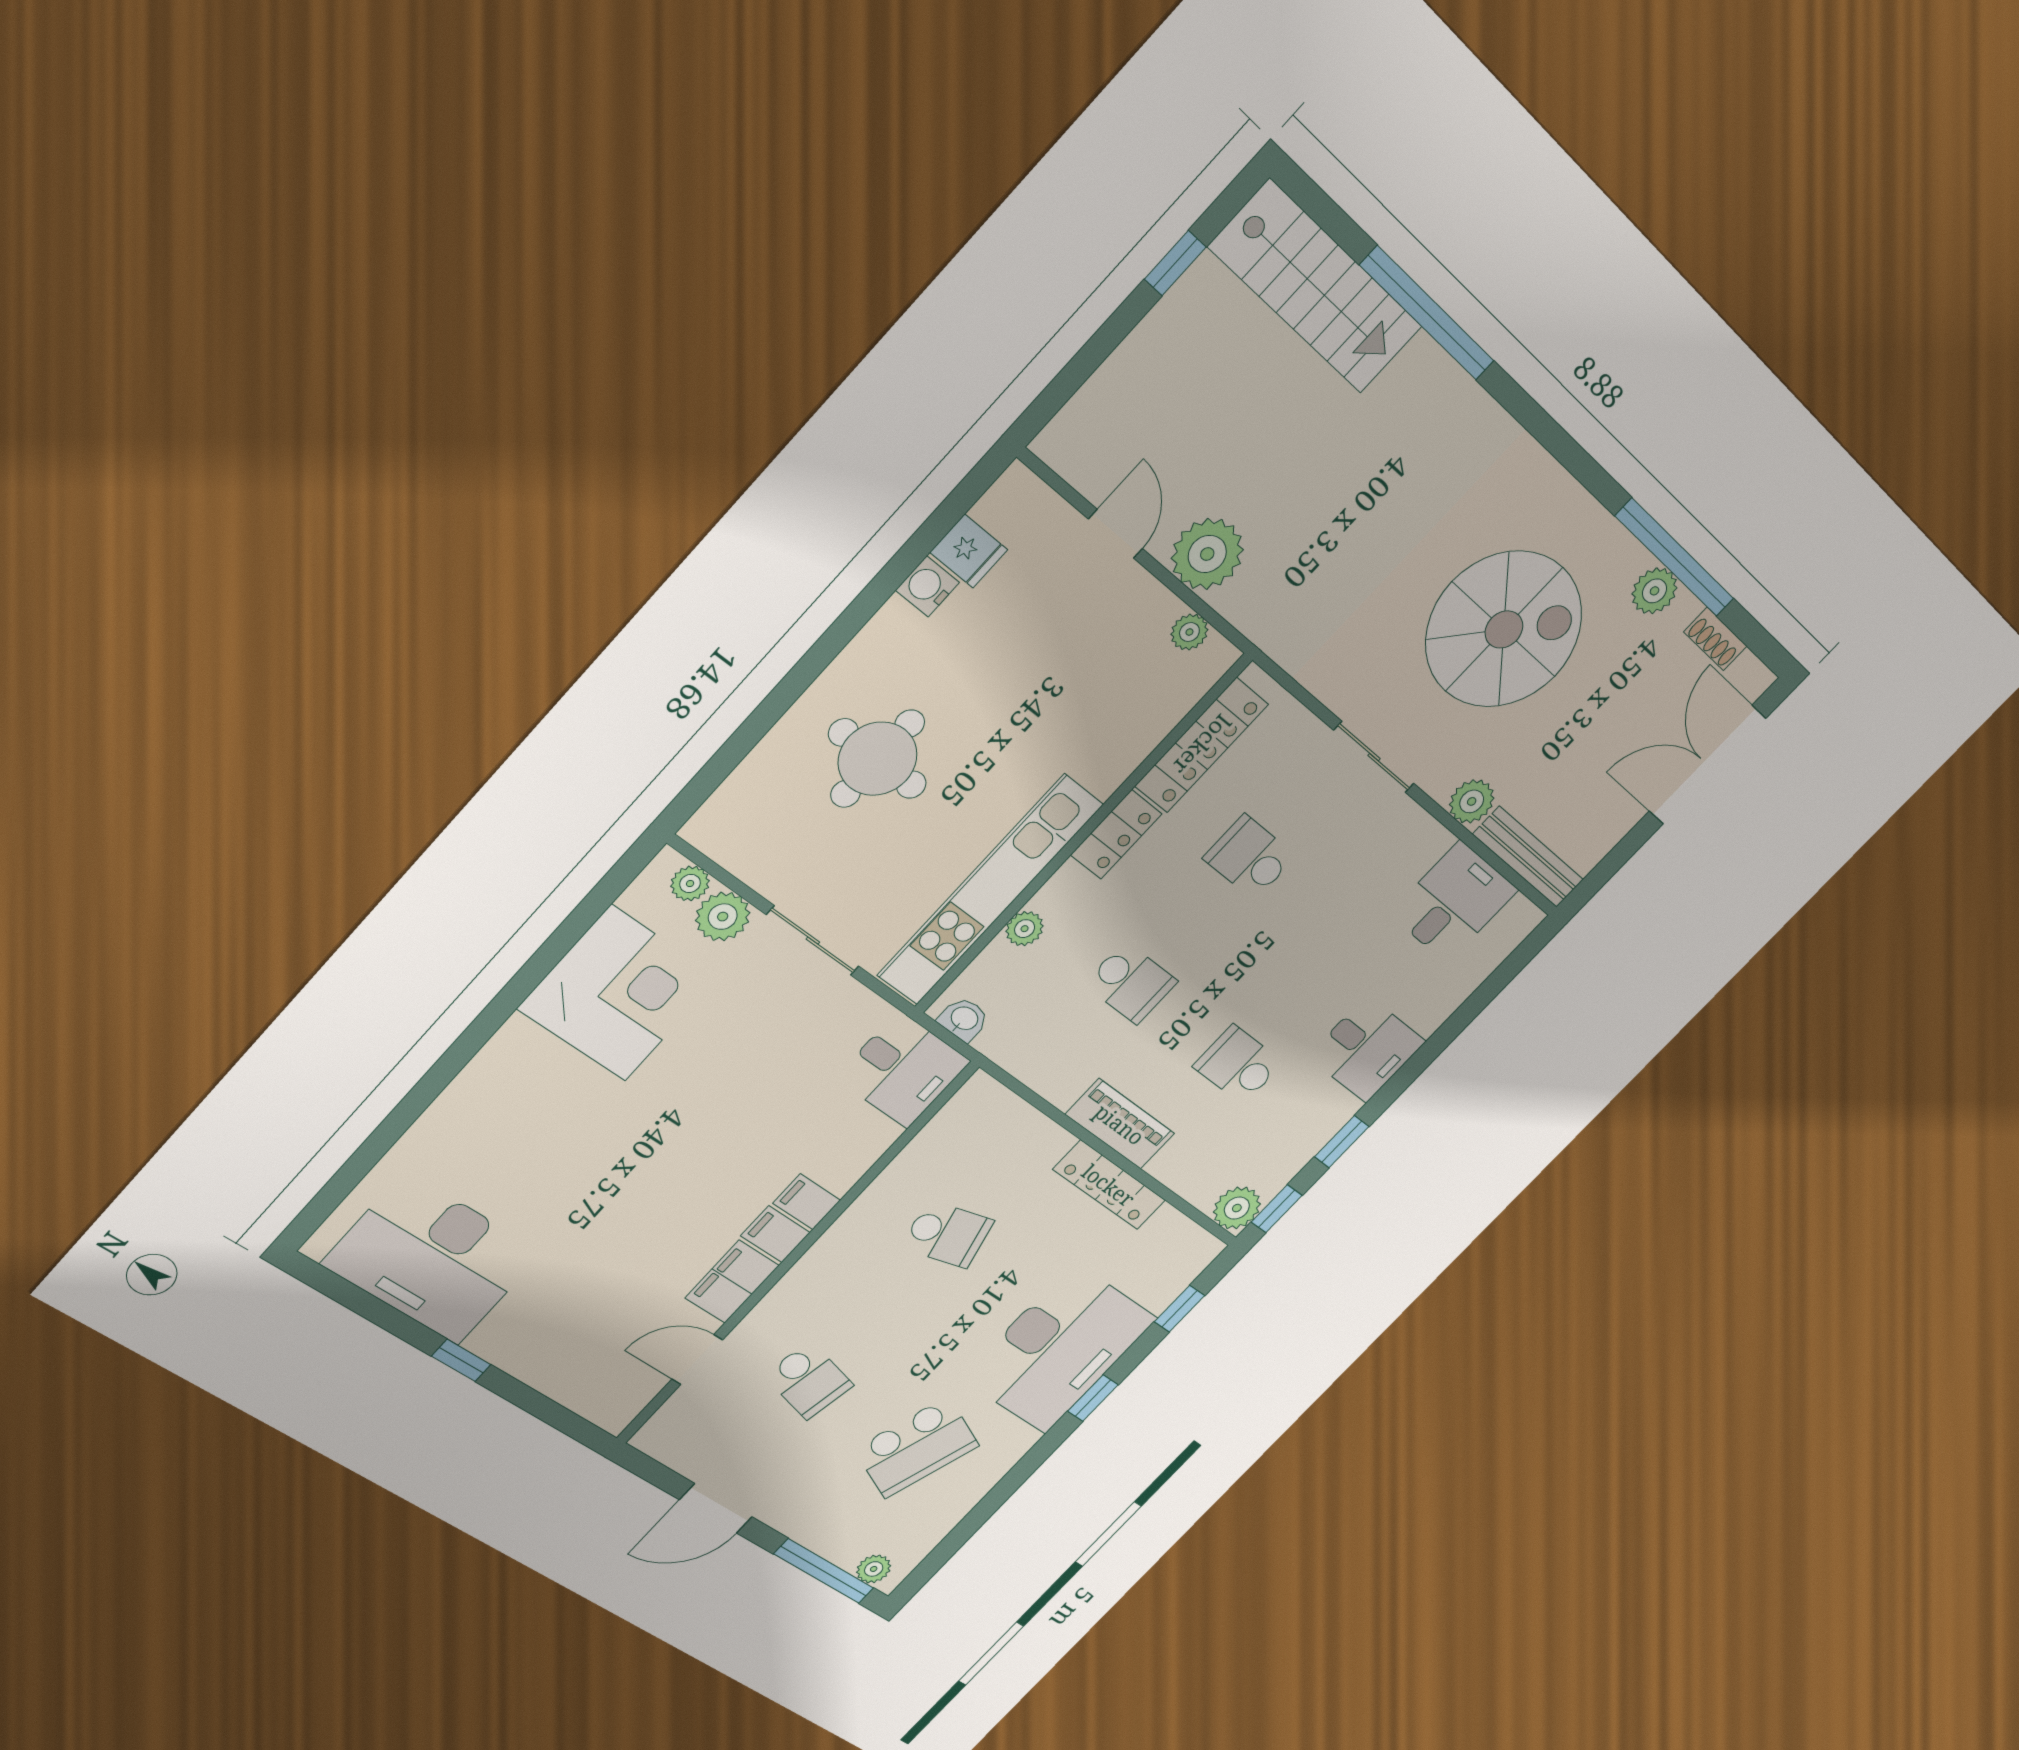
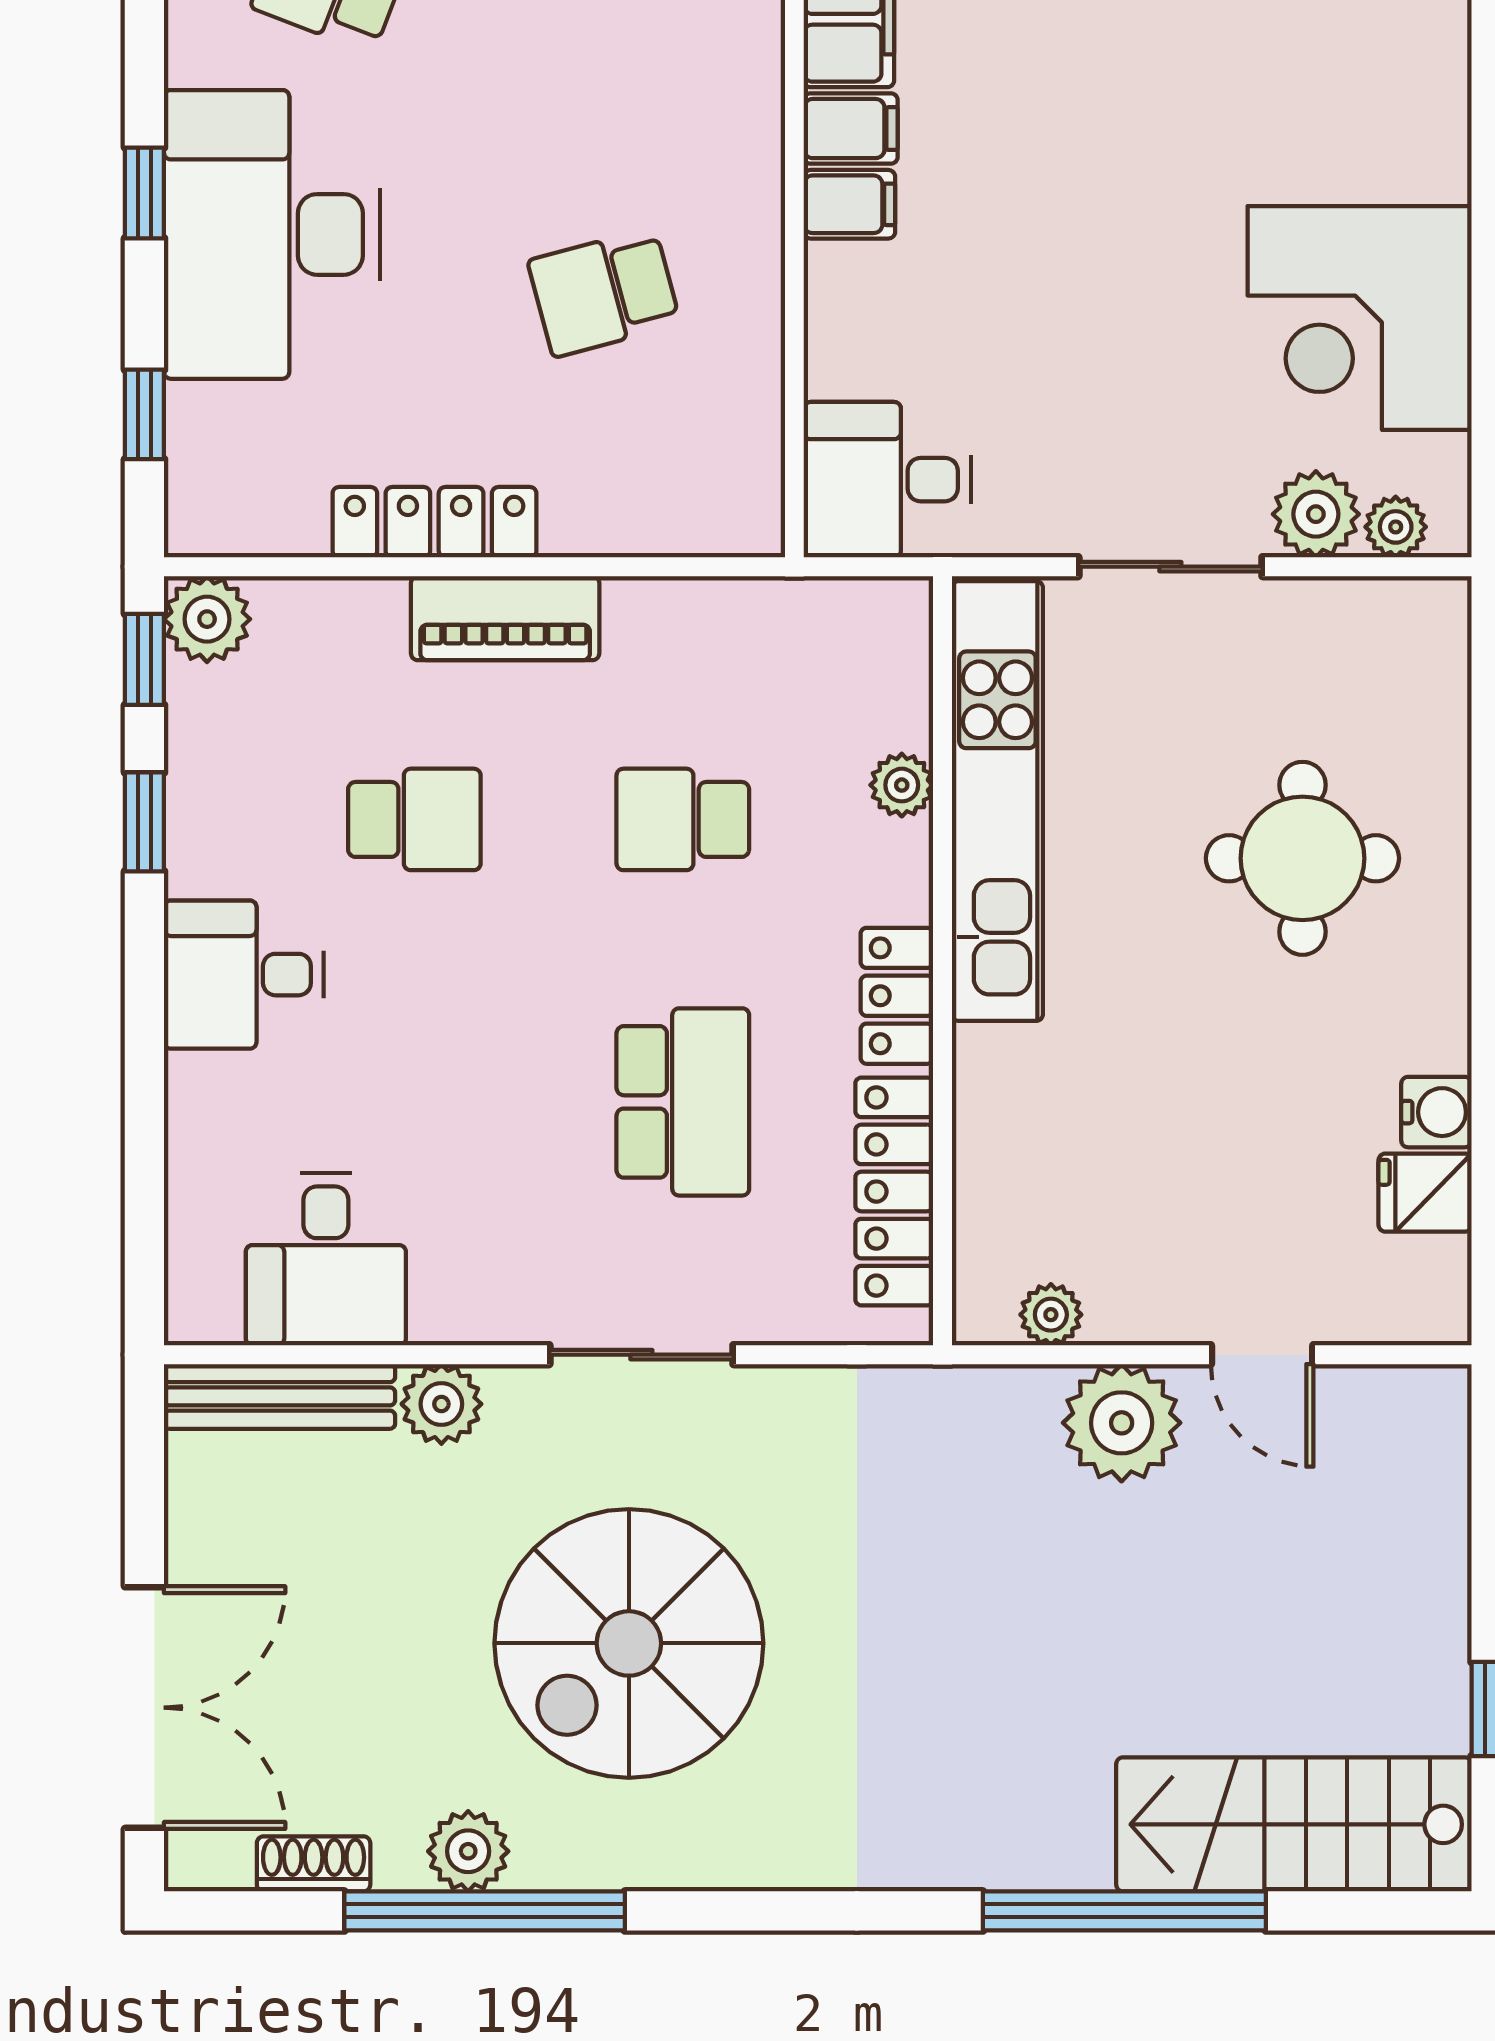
school desk: (1250, 857) -> (683, 1102), width x1.85
washbasin: (964, 1019) -> (869, 607), removed

